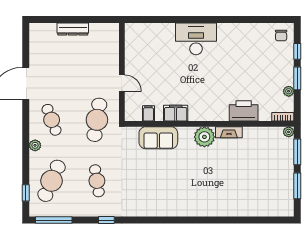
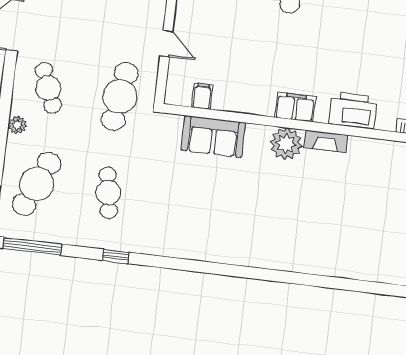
filing cabinet: (176, 113) -> (295, 107), moved

